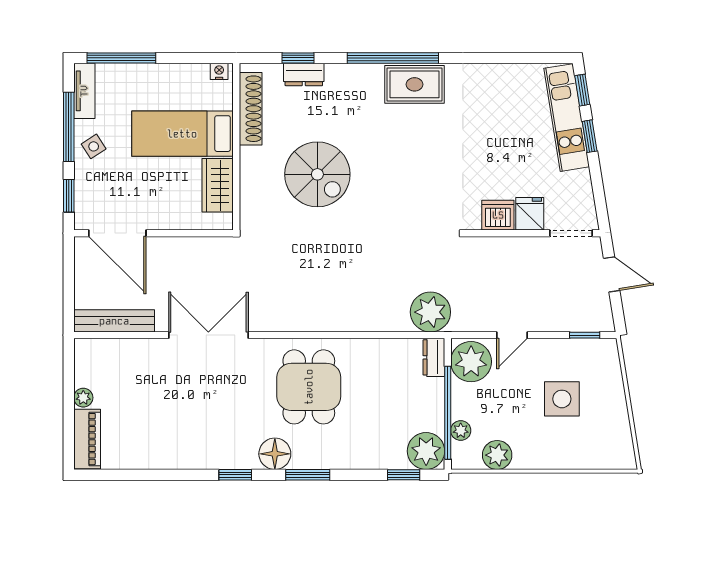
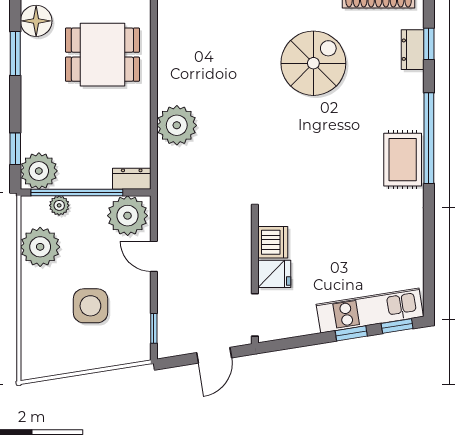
spiral stairs: (317, 174) -> (313, 63), turned 180
plant: (430, 312) -> (177, 125), moved
plant: (497, 455) -> (40, 247), width x1.36, depth x1.36

